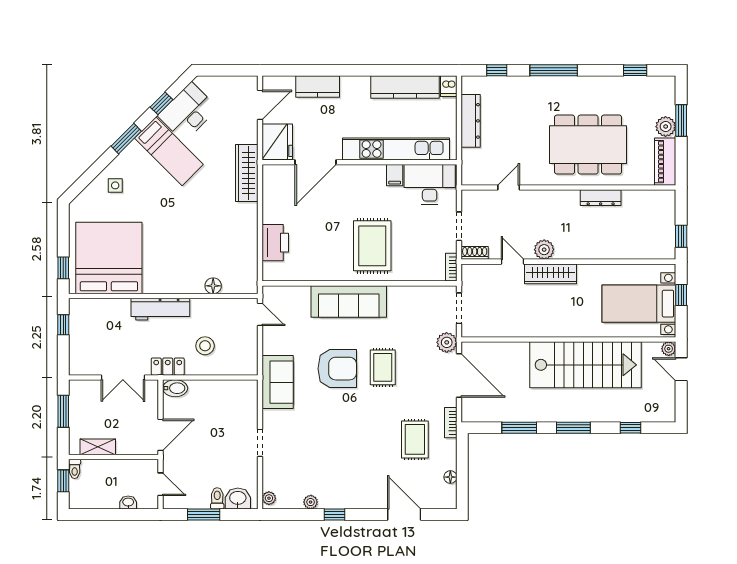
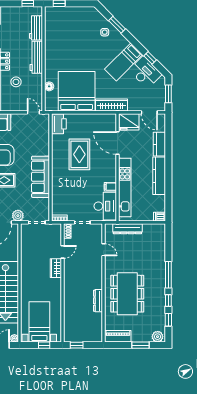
window: (227, 70) -> (168, 94), added
window: (497, 70) -> (168, 300), moved
kitchen counter: (405, 87) -> (159, 176), moved
dresser: (471, 121) -> (127, 229), moved
plant: (666, 127) -> (158, 337), moved
window: (126, 139) -> (117, 25), moved
printer: (275, 243) -> (59, 124), moved, turned -90
rug: (372, 246) -> (79, 154), moved, turned 90
plant: (544, 250) -> (69, 269), removed
bed: (109, 258) -> (77, 91), moved, turned -90
wardrobe: (550, 274) -> (56, 268), width x0.67
sofa: (349, 301) -> (40, 177), moved
workbench: (108, 310) -> (36, 28), added
door: (260, 314) -> (33, 112), swing flipped

